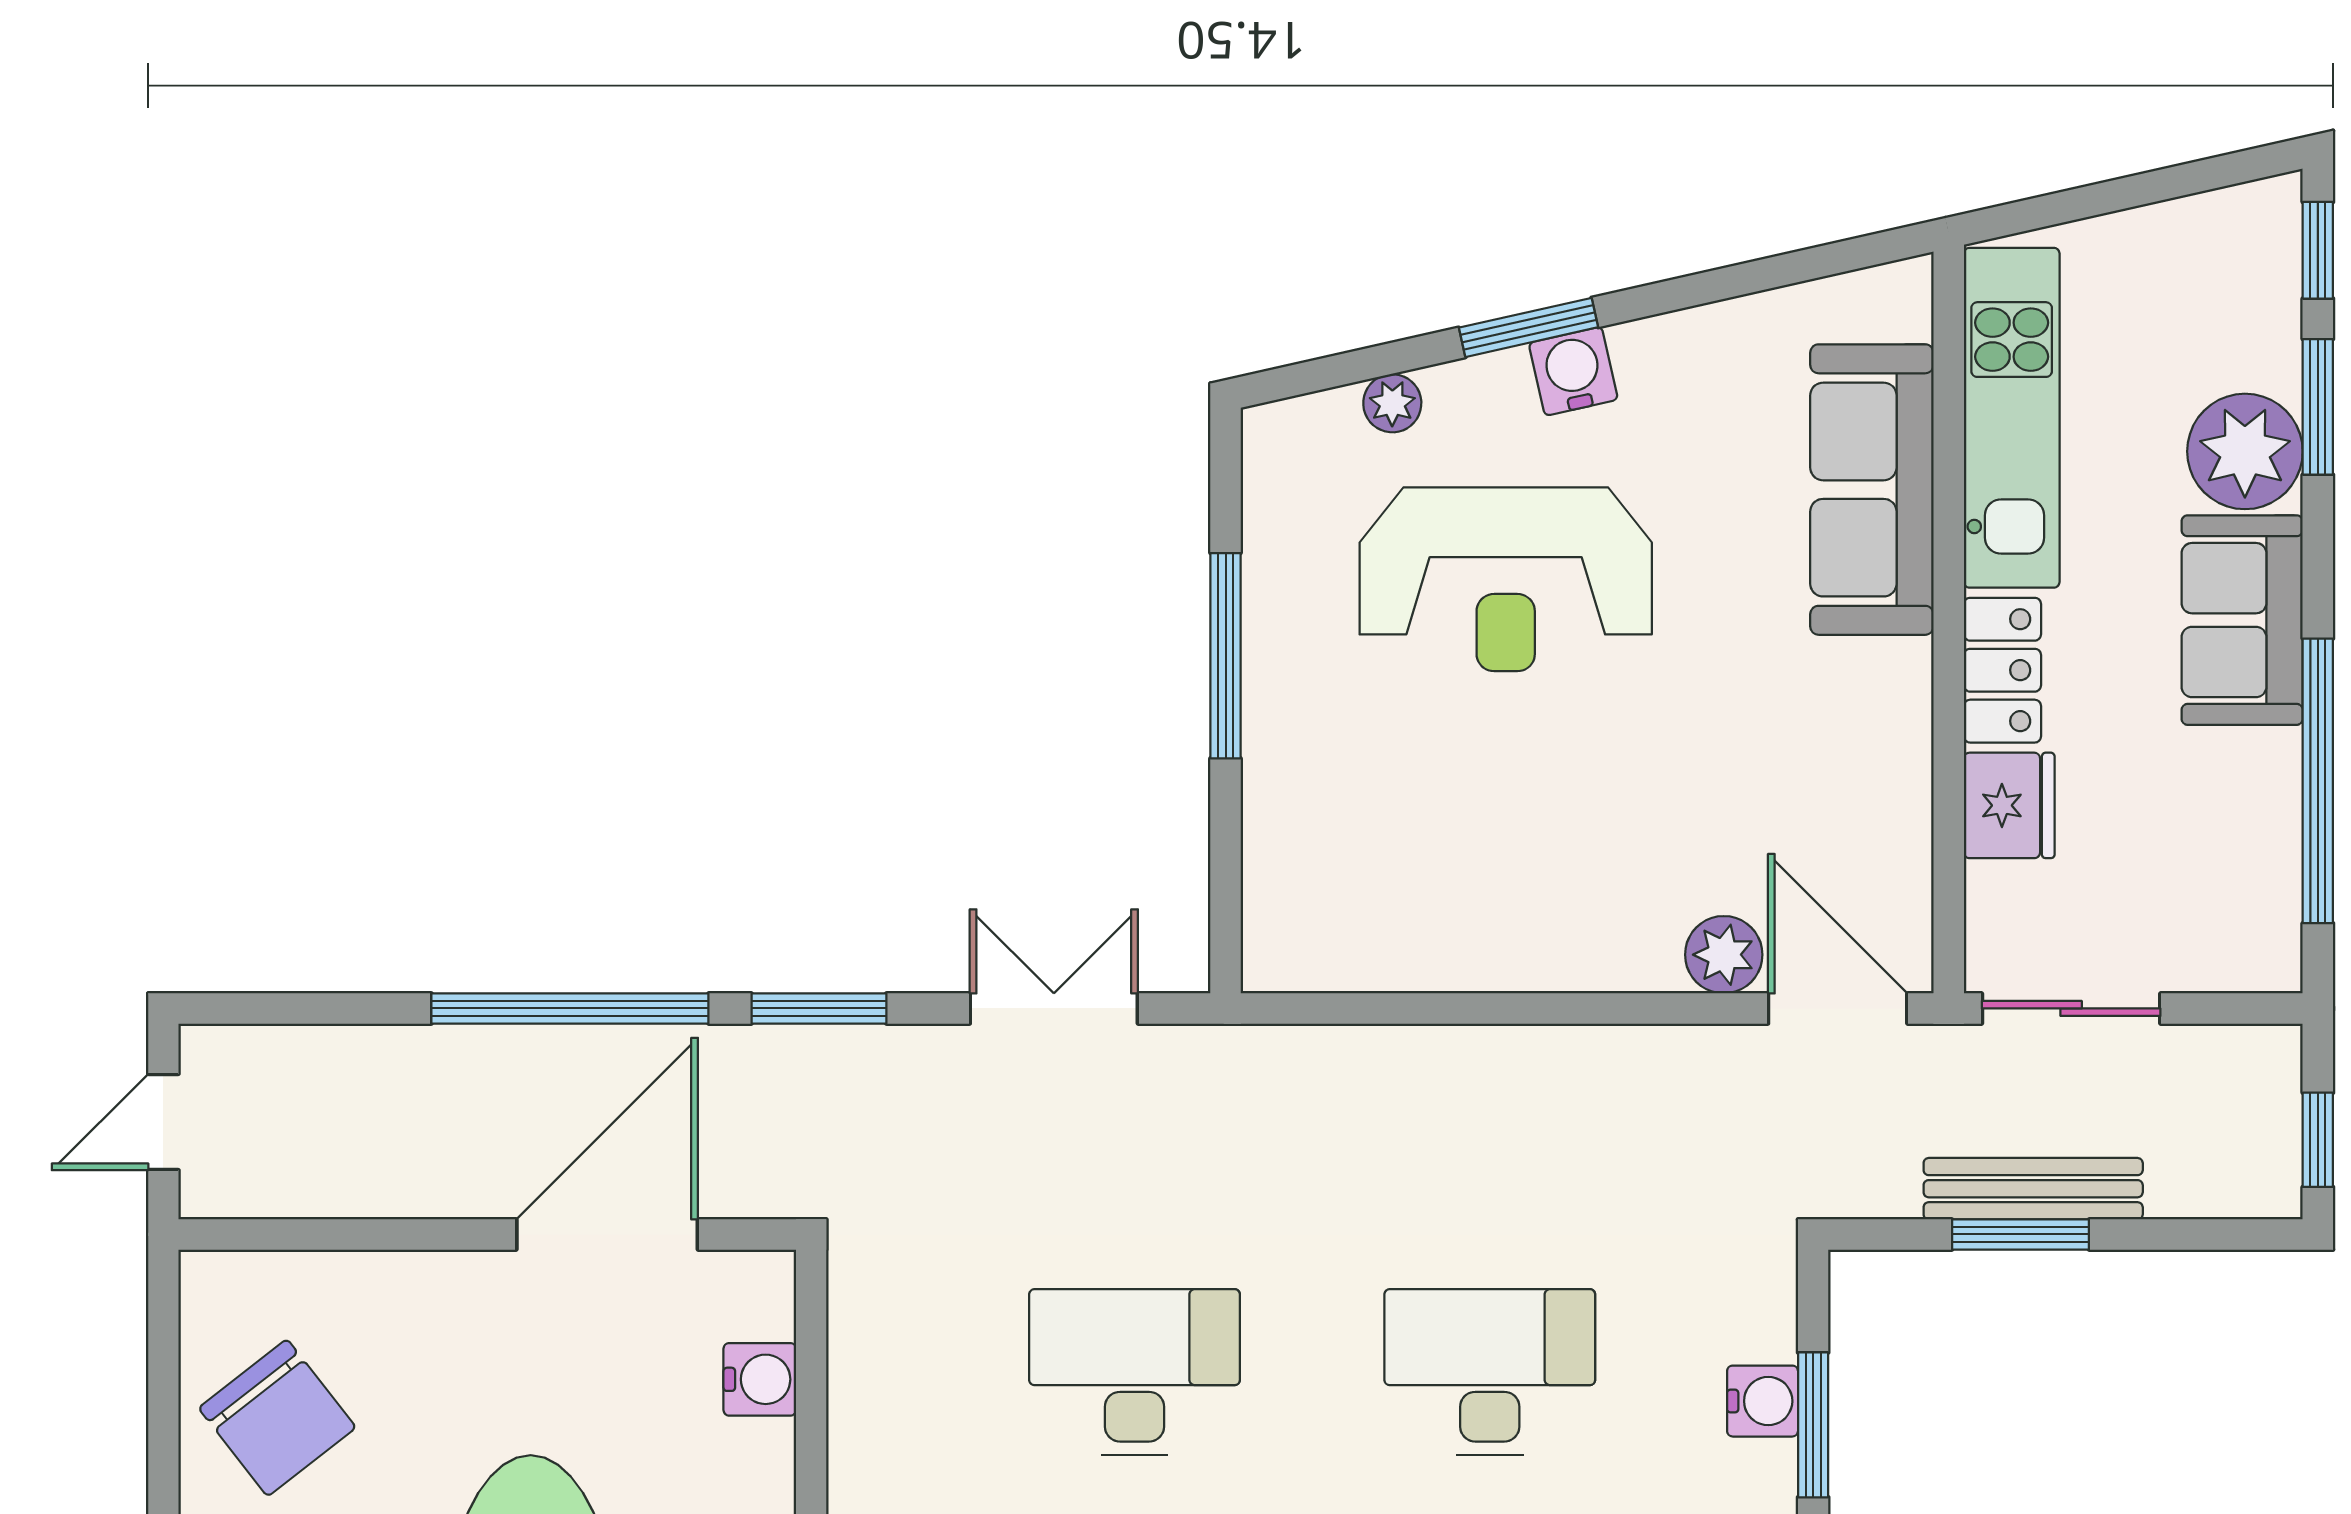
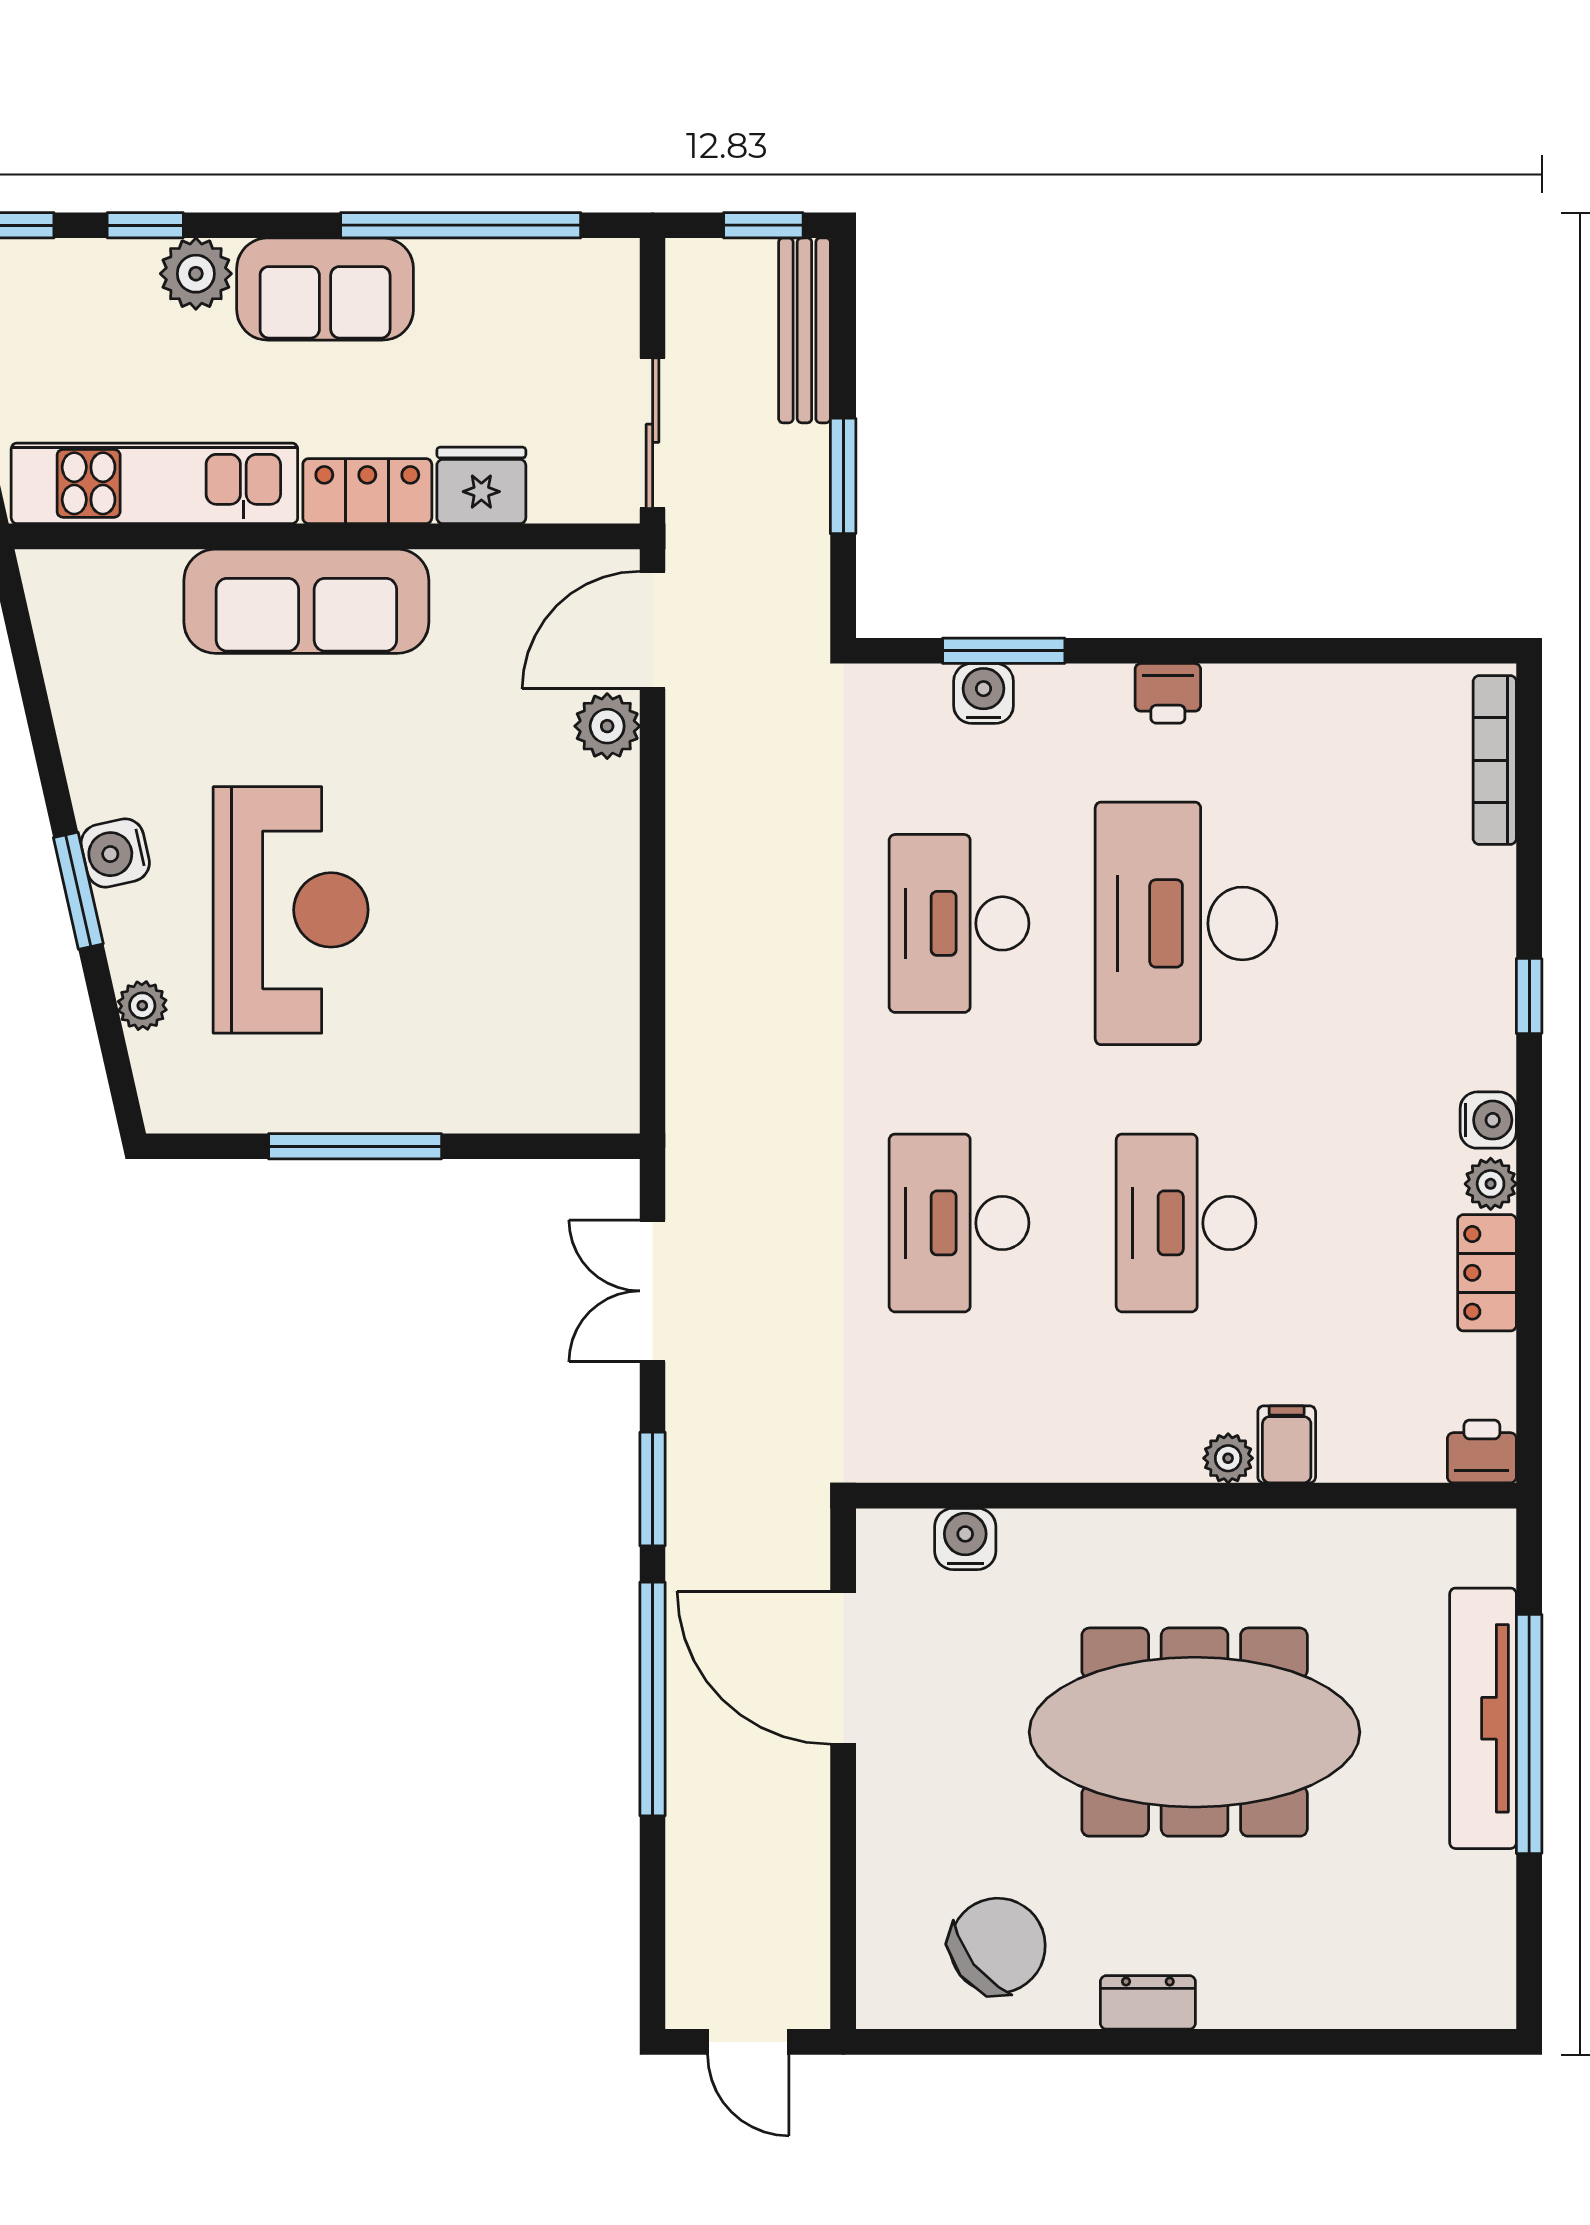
window: (2318, 407) -> (145, 225), width x0.67
plant: (2245, 451) -> (196, 274), width x0.73, depth x0.73
sofa: (1872, 490) -> (306, 601), moved
bench: (2033, 1189) -> (804, 330), moved

